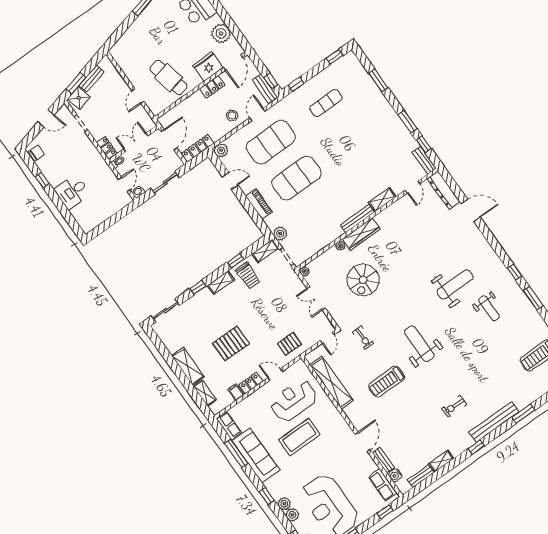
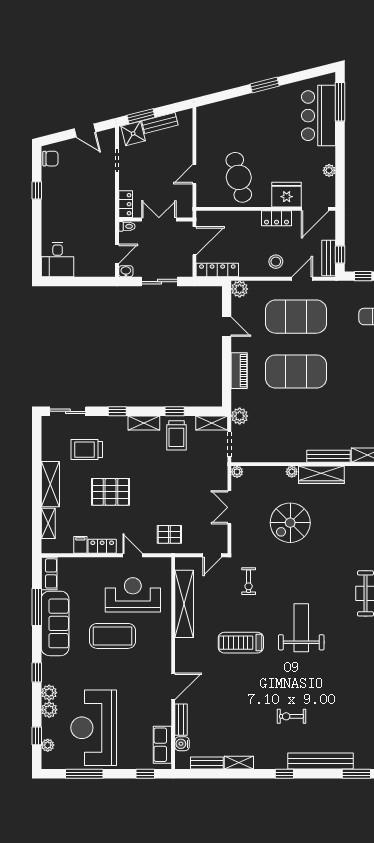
plant: (221, 33) -> (329, 170), width x0.53, depth x0.53
desk: (72, 192) -> (58, 259), moved, turned -90
trolley: (196, 327) -> (87, 450), added

